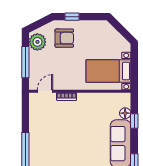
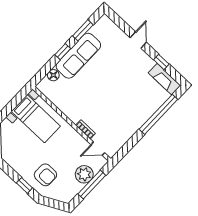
armchair: (64, 38) -> (45, 175), turned 180
plant: (37, 42) -> (84, 174), moved
window: (134, 121) -> (63, 52), moved

